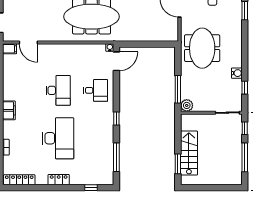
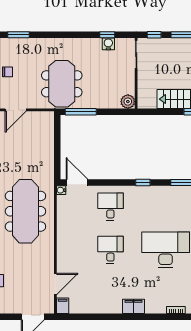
meeting table: (202, 48) -> (62, 84), turned 90
water cooler: (237, 73) -> (108, 44), moved
window: (178, 89) -> (81, 112), moved
desk: (58, 90) -> (110, 250), width x0.73

